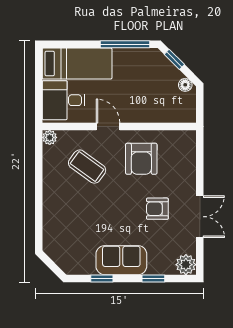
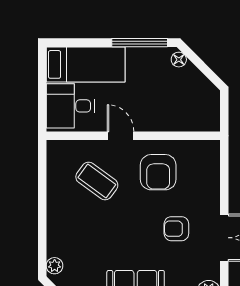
window: (174, 59) -> (195, 60), removed
floor lamp: (185, 85) -> (179, 60), moved
plant: (50, 137) -> (55, 266), moved

